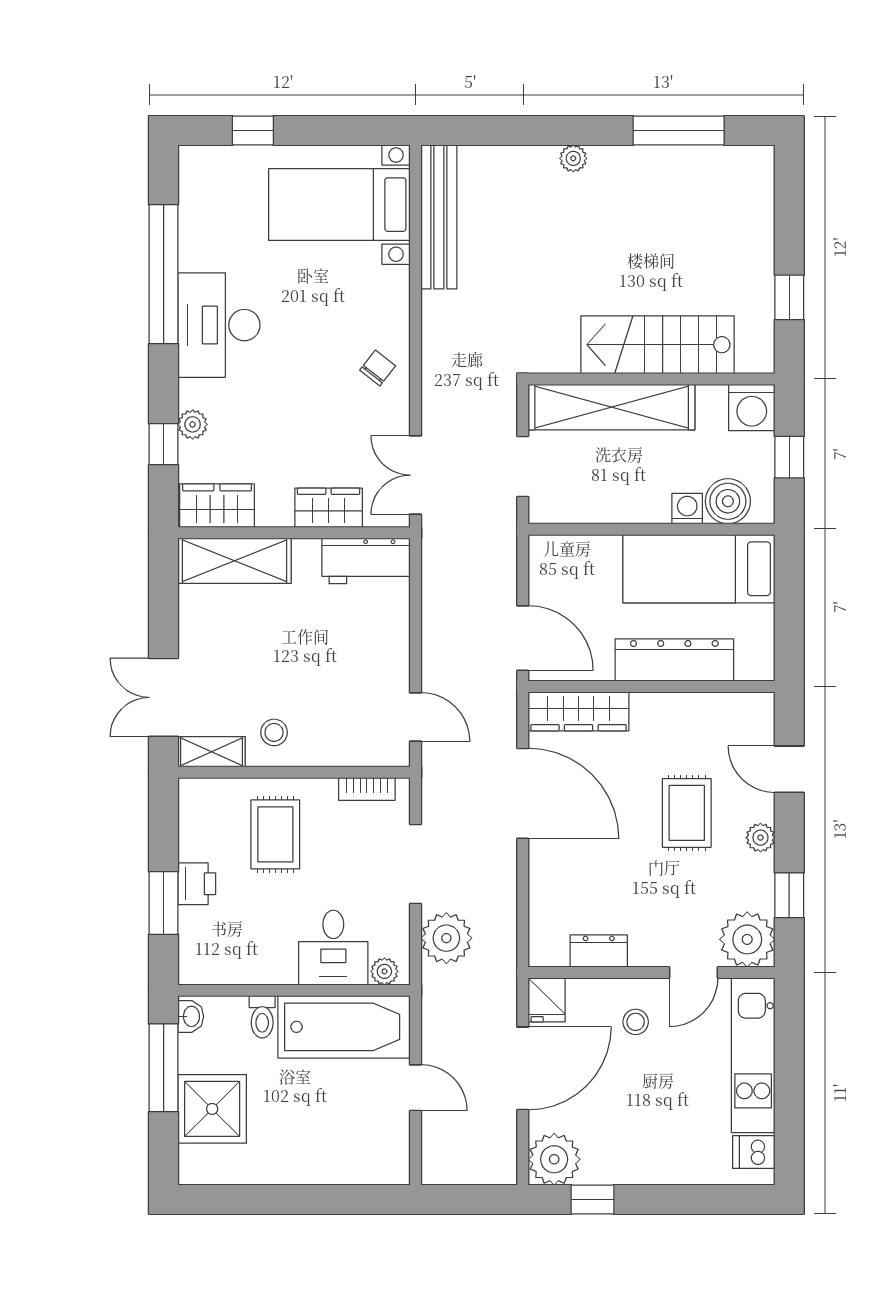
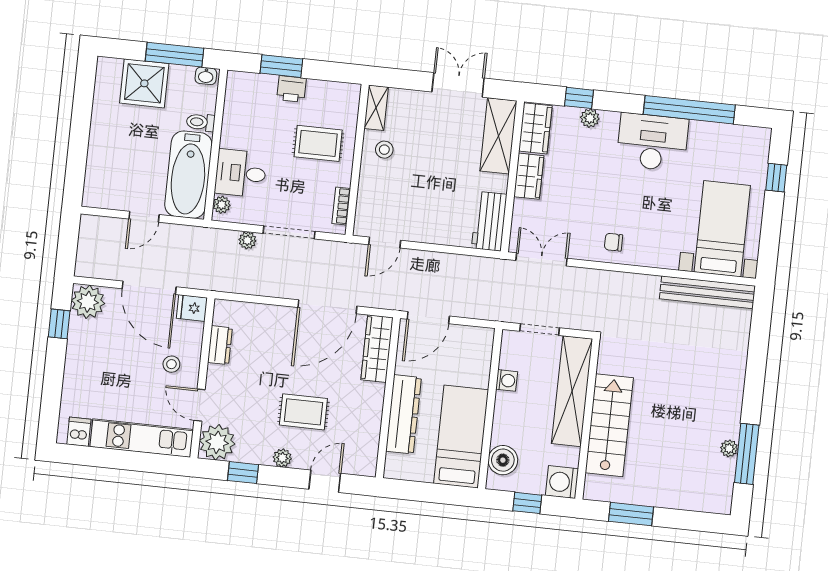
plant: (573, 158) -> (729, 448), moved
window: (789, 297) -> (631, 514), width x1.50
chair: (378, 368) -> (614, 242), turned 142
wardrobe: (329, 508) -> (529, 176), moved
washing machine: (687, 509) -> (507, 380), moved
double door: (164, 697) -> (458, 85), moved
plant: (446, 938) -> (247, 240), width x0.53, depth x0.53

